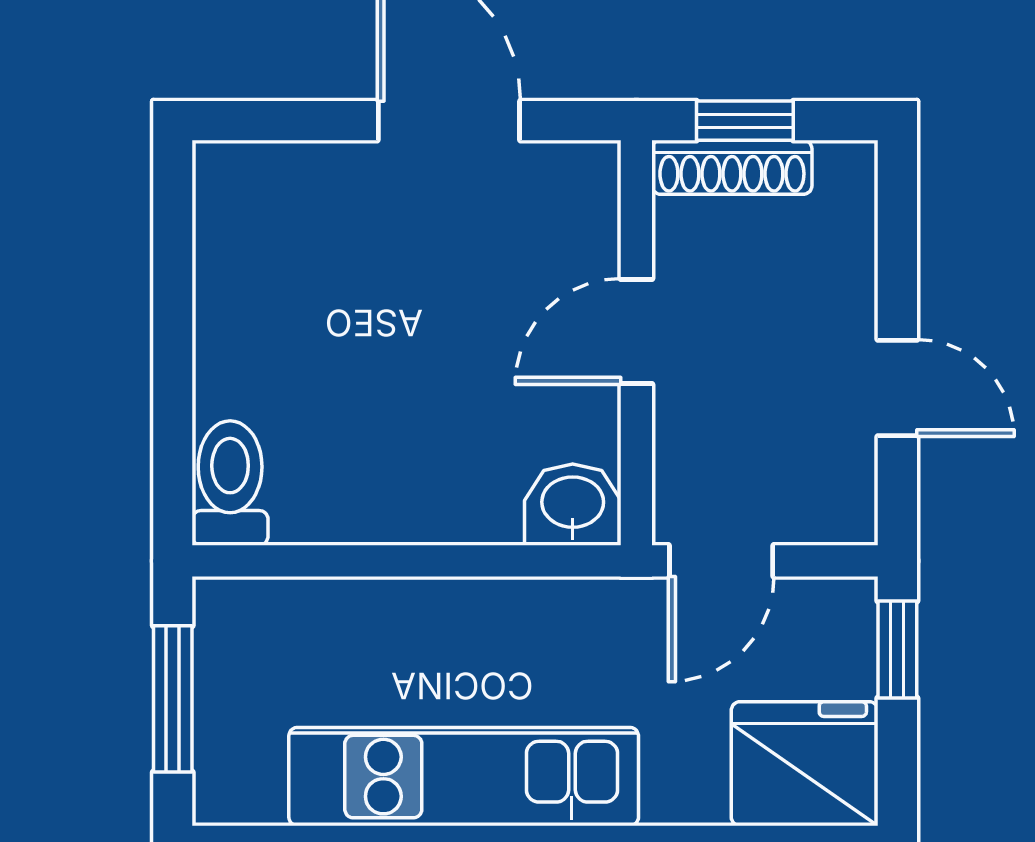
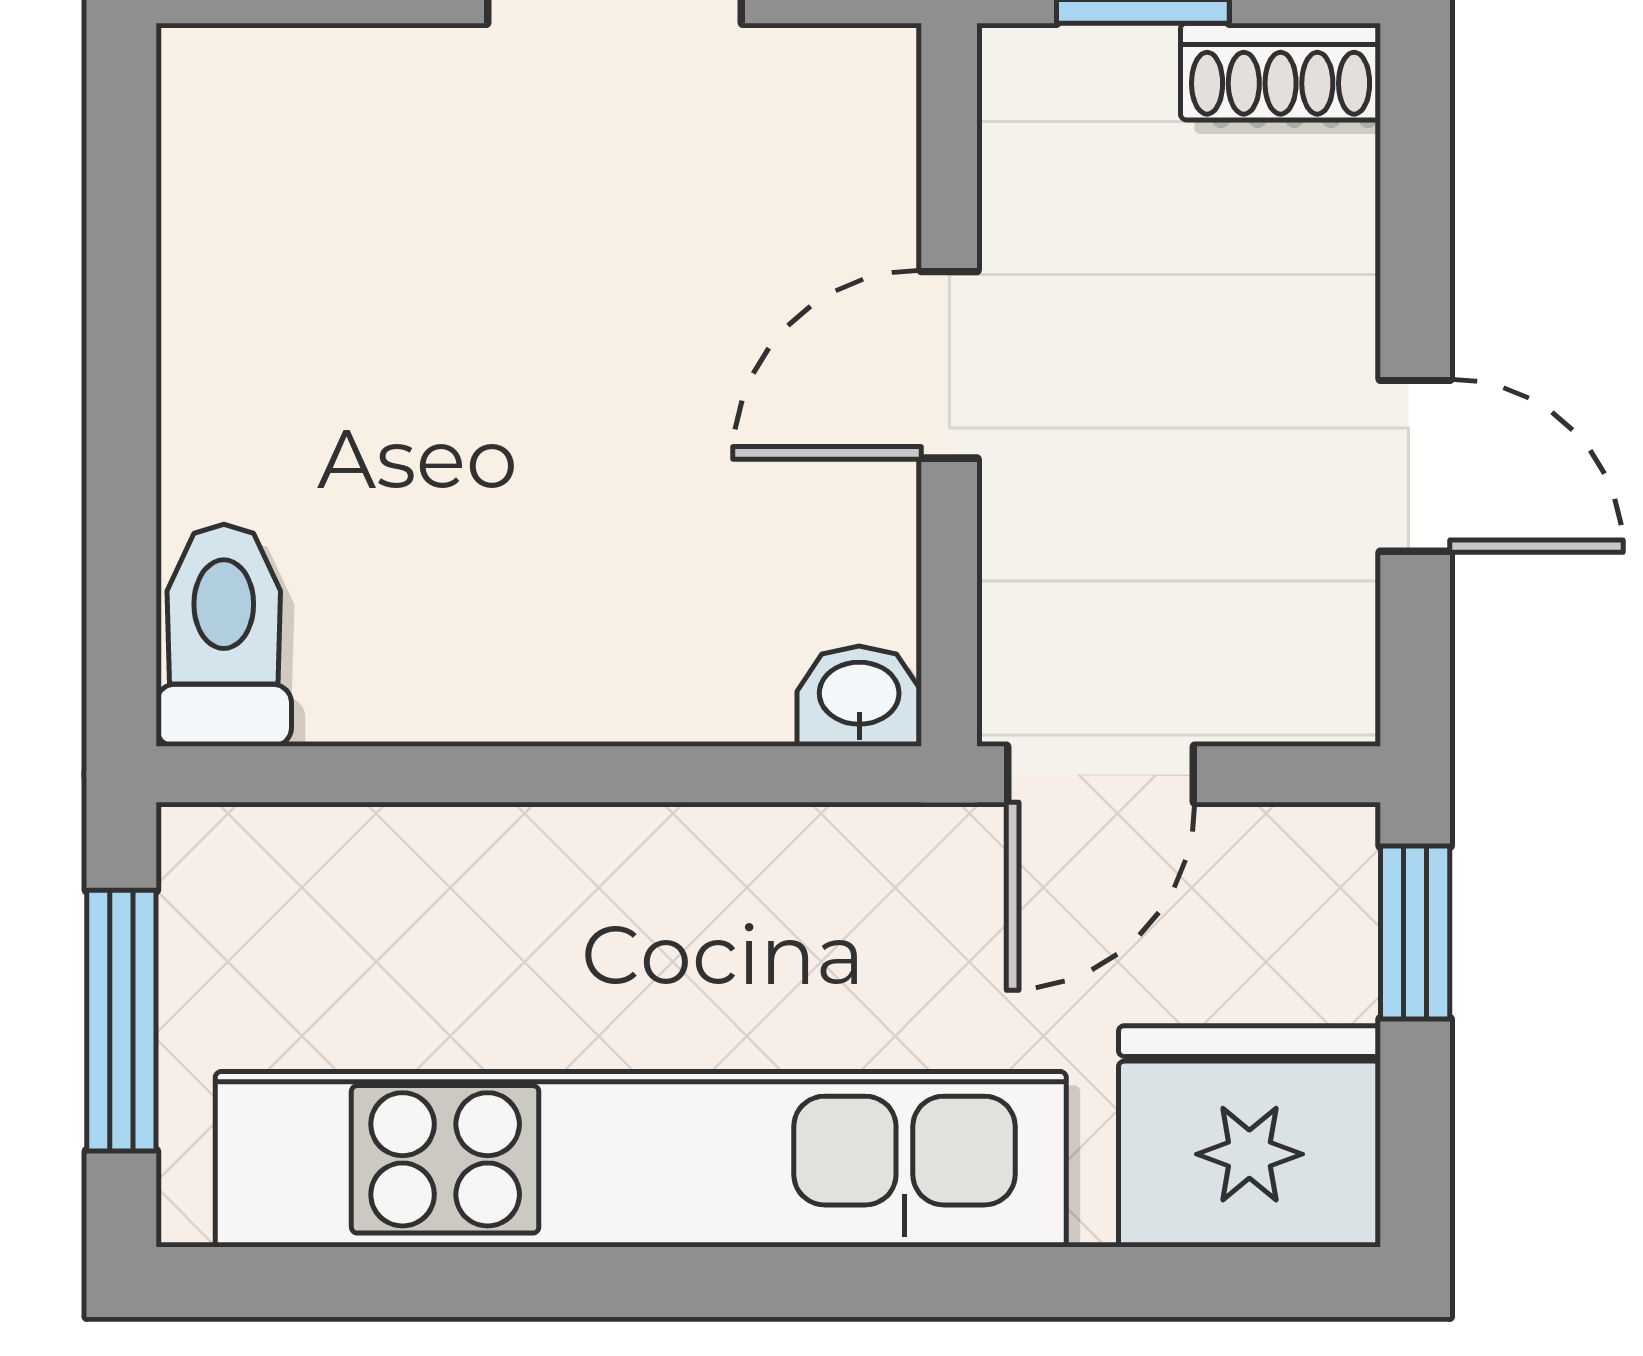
shoe rack: (732, 167) -> (1281, 72), moved, width x0.70
washbasin: (573, 505) -> (859, 696), width x0.72, depth x0.69
kitchen unit: (464, 777) -> (641, 1159), width x1.36

